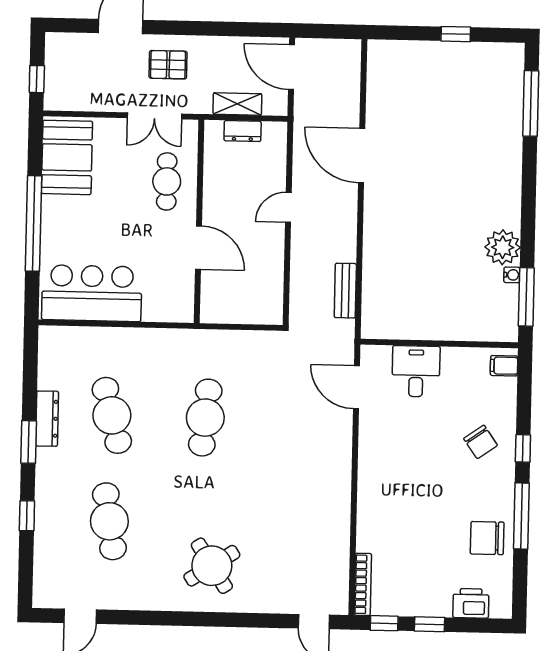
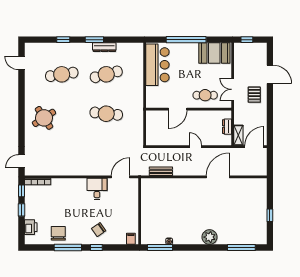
shelving: (237, 104) -> (238, 135), moved
plant: (503, 247) -> (210, 237), moved
desk: (416, 371) -> (97, 189), moved, turned -90

